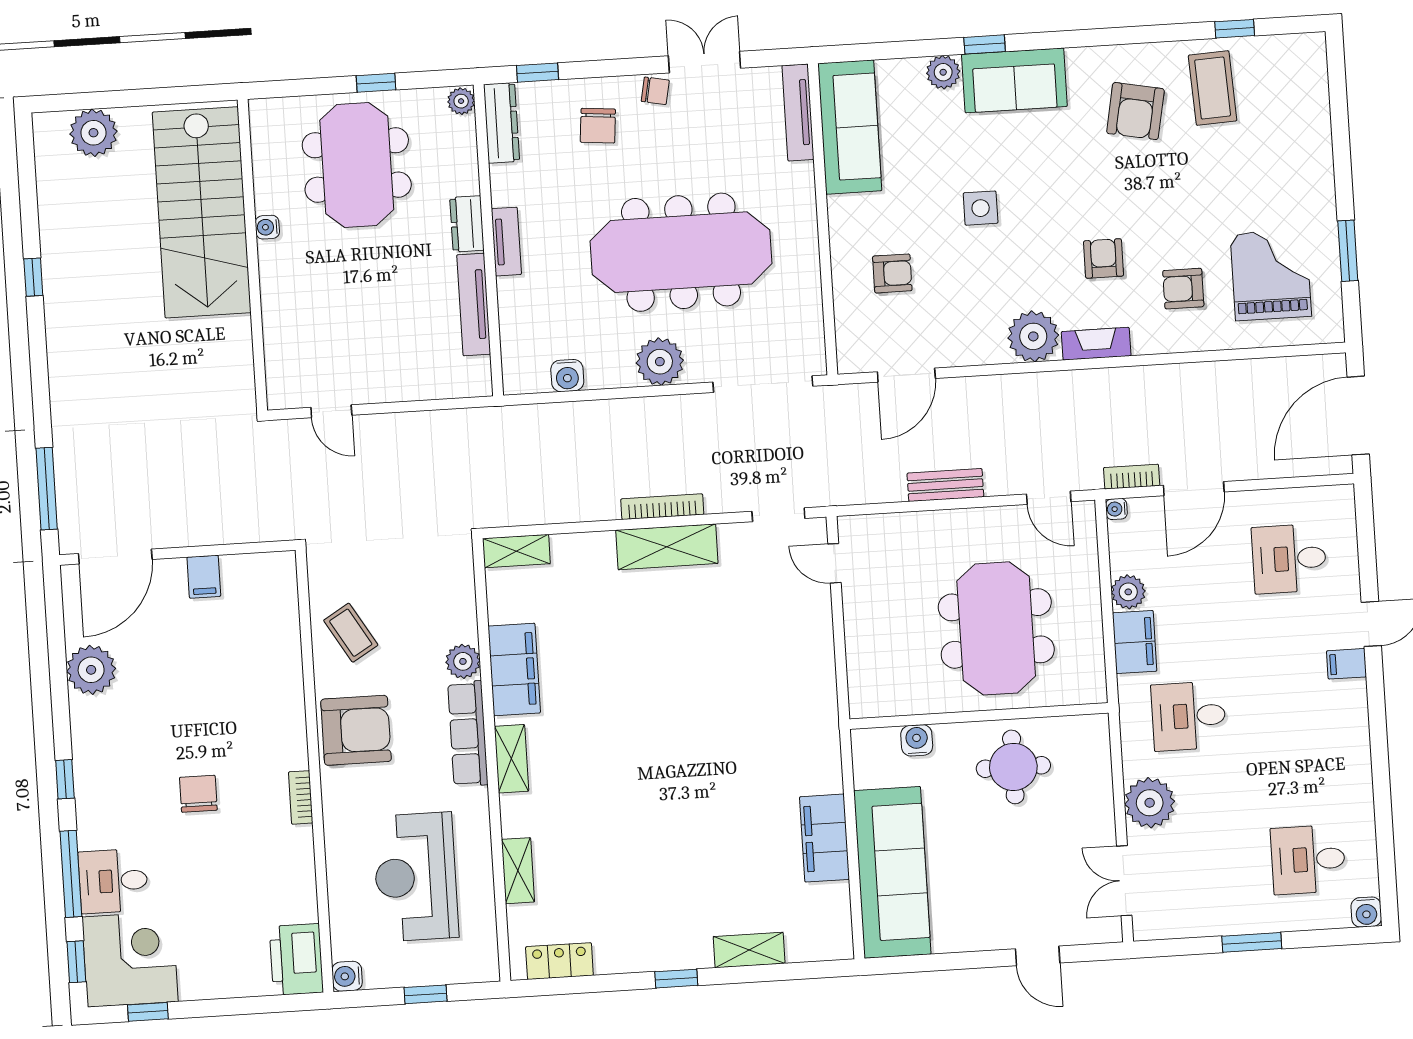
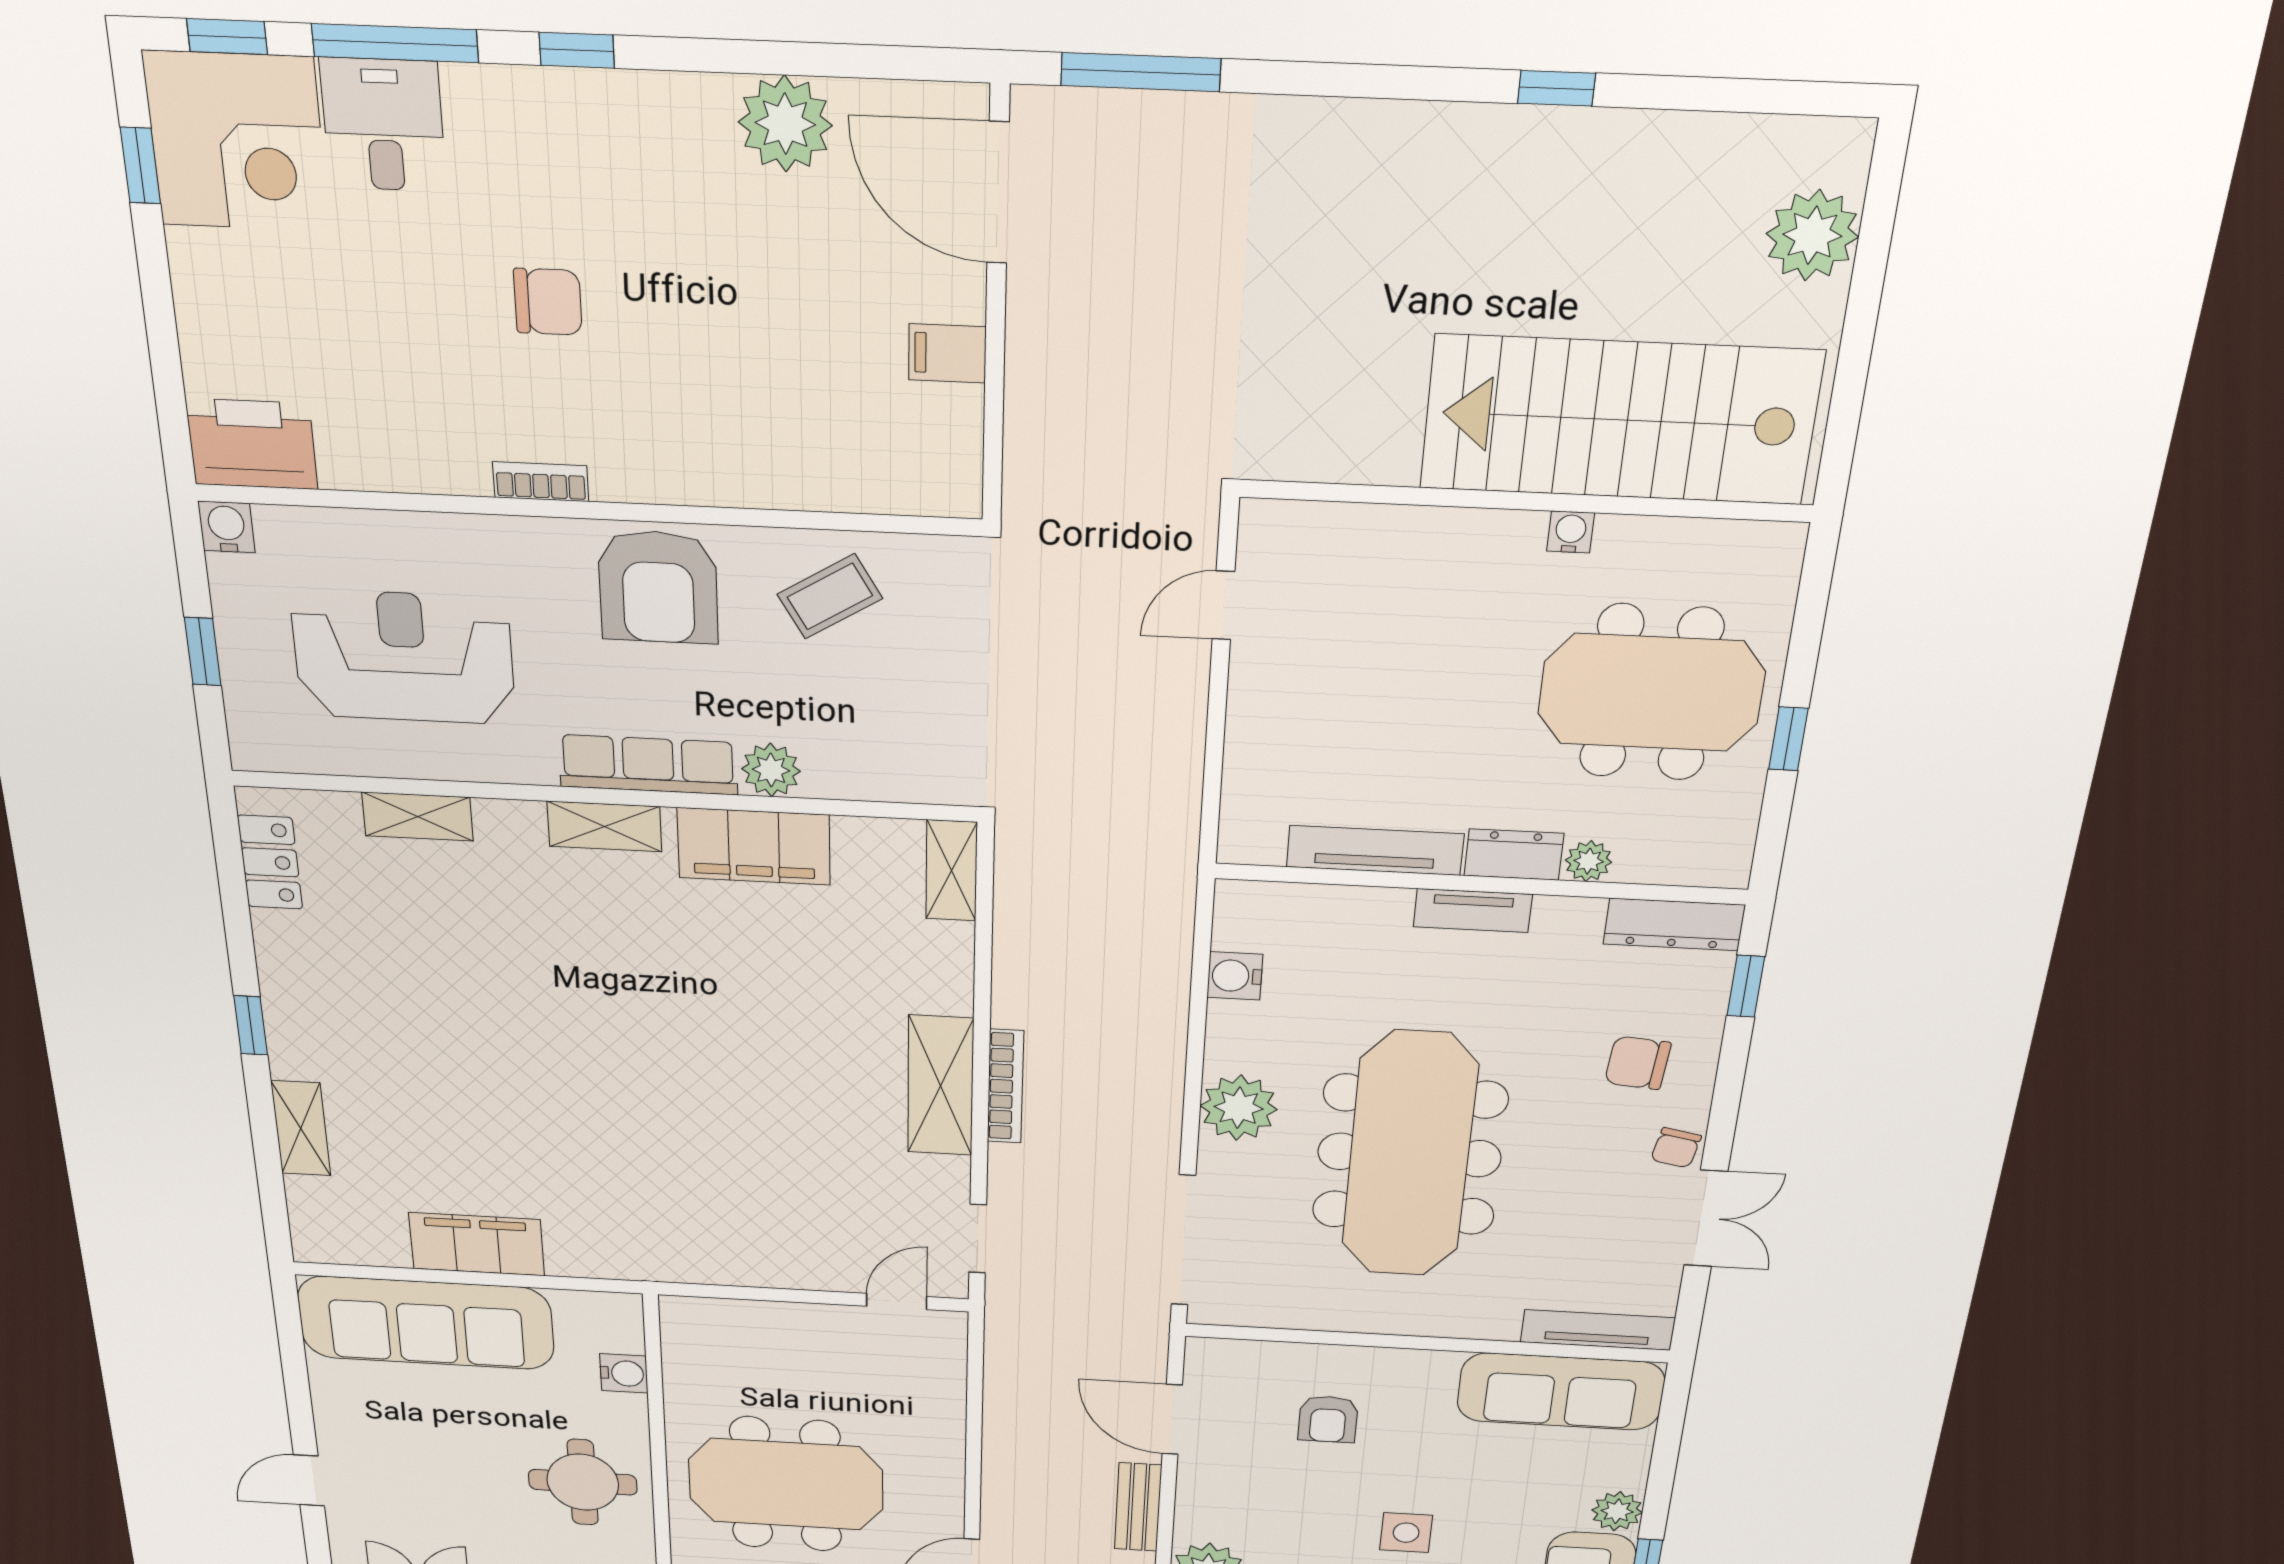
plant: (461, 101) -> (1589, 861), moved
bench: (945, 485) -> (1138, 1507), moved

